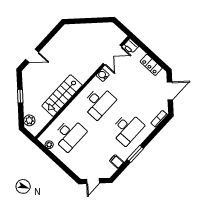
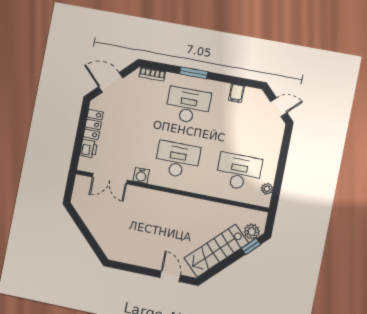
printer: (131, 46) -> (89, 149), moved
double door: (112, 55) -> (110, 179), swing flipped
window: (20, 96) -> (251, 246), moved
stairs: (62, 96) -> (216, 251), moved, turned 135
window: (135, 154) -> (194, 73), moved

